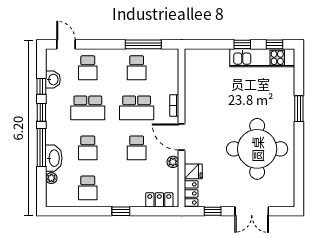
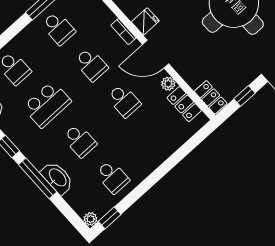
school desk: (137, 108) -> (91, 64), width x0.54
fridge: (193, 171) -> (145, 21), moved
plant: (51, 178) -> (90, 219), moved
locker: (159, 200) -> (184, 104), moved, turned -90
window: (121, 211) -> (110, 218), moved

